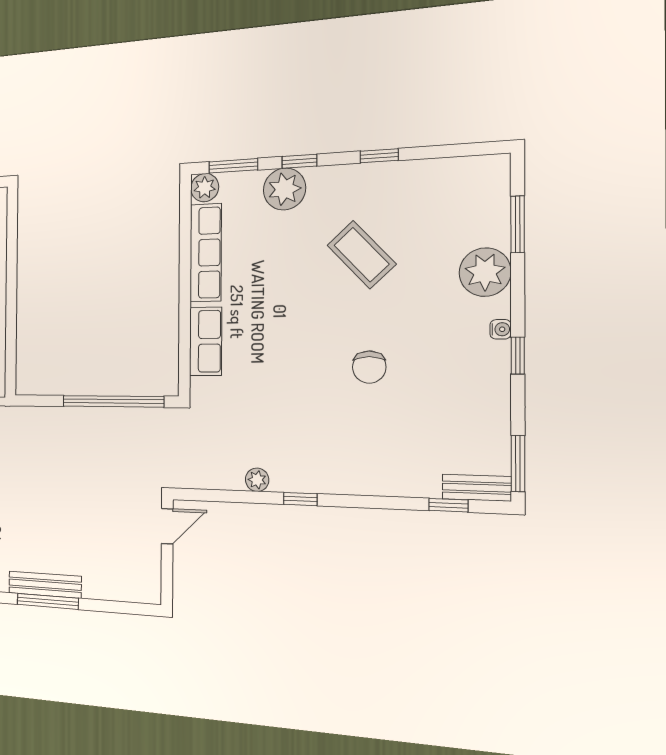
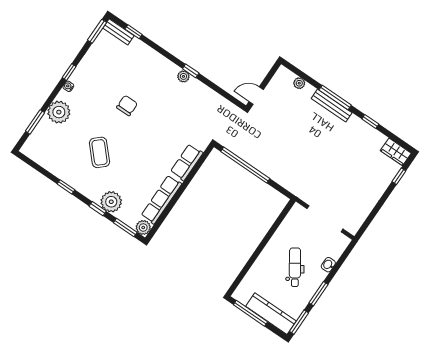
plant: (257, 480) -> (183, 76), moved
plant: (114, 590) -> (299, 83), added

